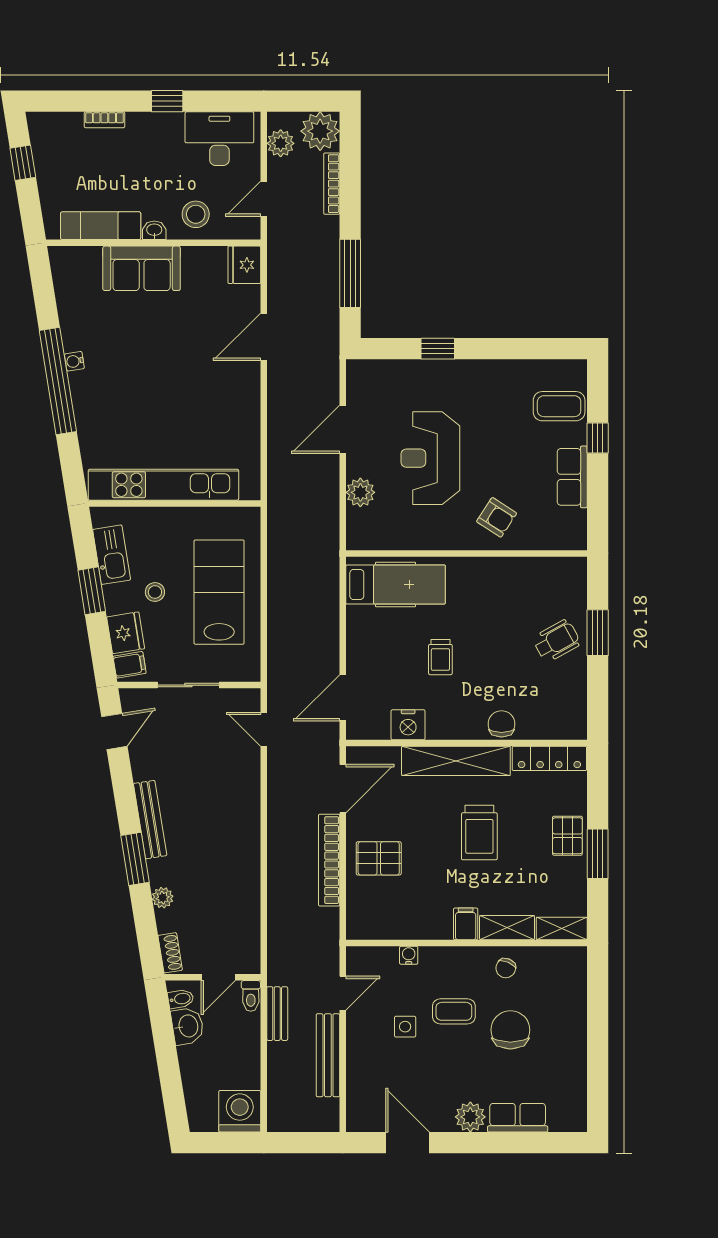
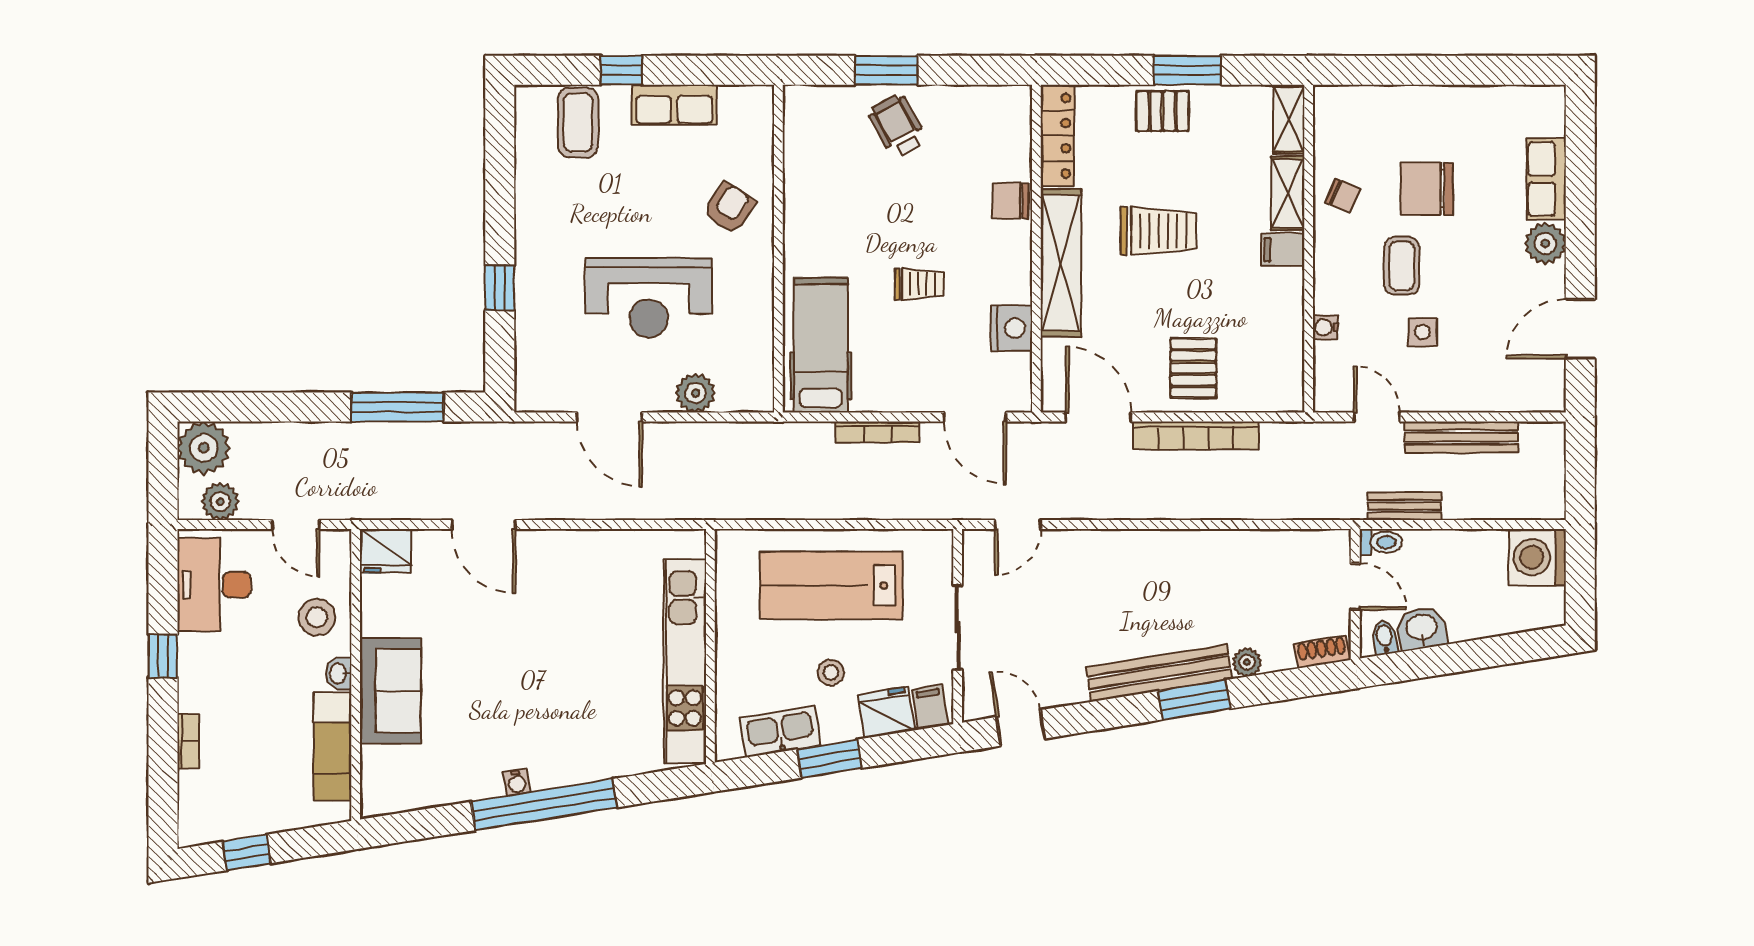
bookcase: (332, 184) -> (877, 432), moved
bench: (150, 820) -> (1159, 673), width x1.37, depth x1.21

